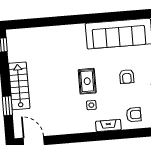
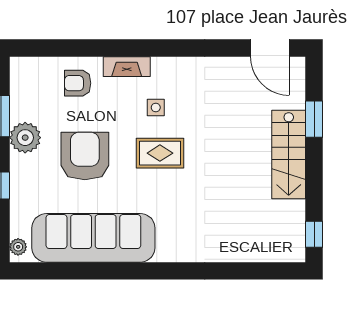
armchair: (127, 77) -> (85, 156), width x1.88, depth x1.88
rug: (87, 81) -> (160, 153), turned 90

